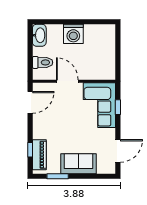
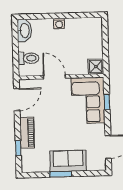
washing machine: (73, 34) -> (59, 24), width x0.53, depth x0.53
shower: (108, 72) -> (96, 67), added
piano: (39, 155) -> (27, 133), moved
window: (58, 176) -> (61, 174), moved

